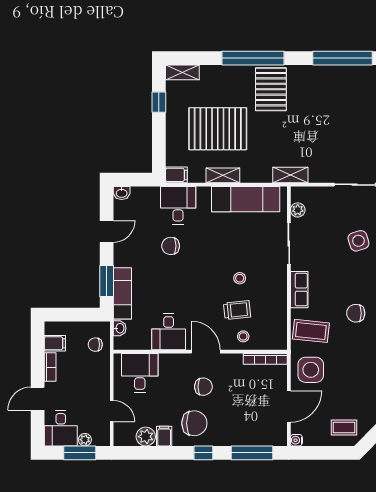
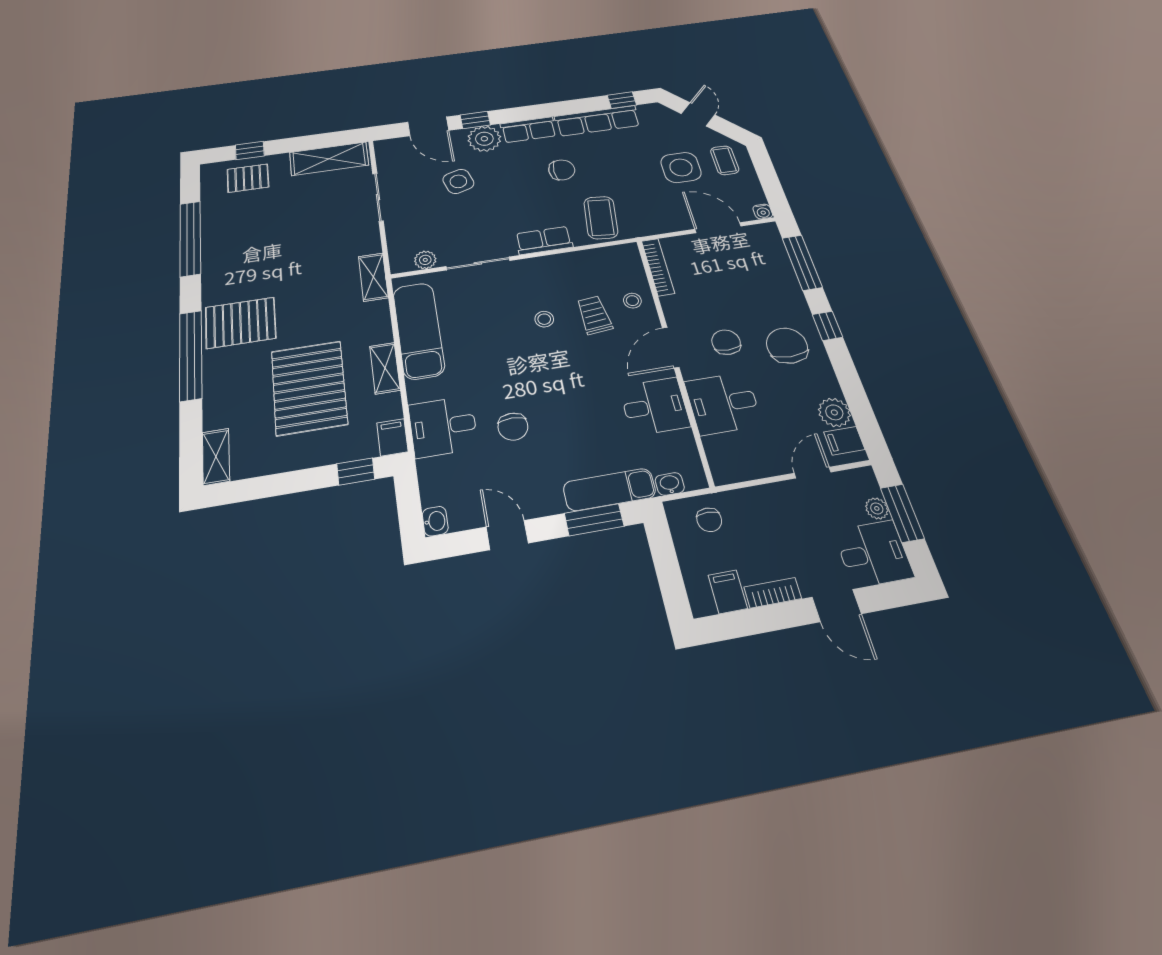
window: (159, 102) -> (356, 472), moved
chair: (356, 313) -> (562, 170), turned -90
side table: (311, 370) -> (681, 167), moved
desk: (140, 373) -> (723, 403), moved
filing cabinet: (164, 436) -> (844, 441), moved

